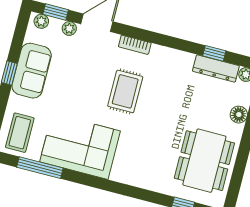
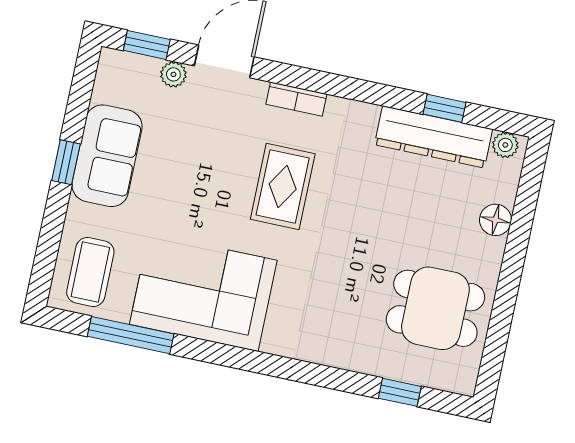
plant: (41, 21) -> (121, 63), removed
dresser: (216, 68) -> (433, 137), width x1.37, depth x1.24
dining table: (204, 161) -> (435, 308), width x0.73

